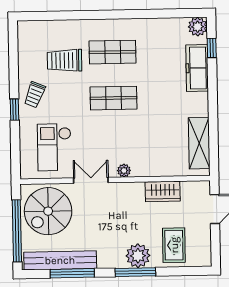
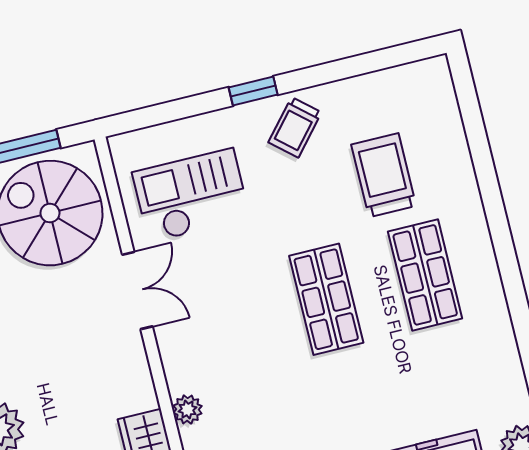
trolley: (35, 95) -> (295, 127), turned -71
plant: (124, 171) -> (187, 409), moved

